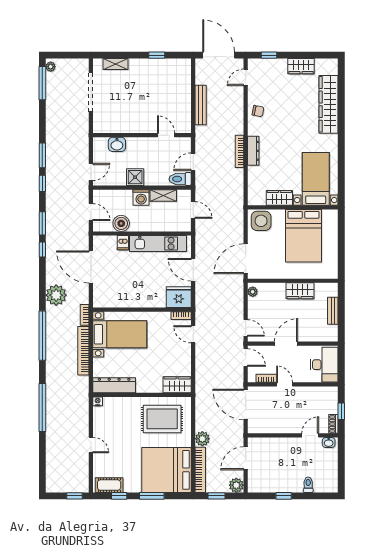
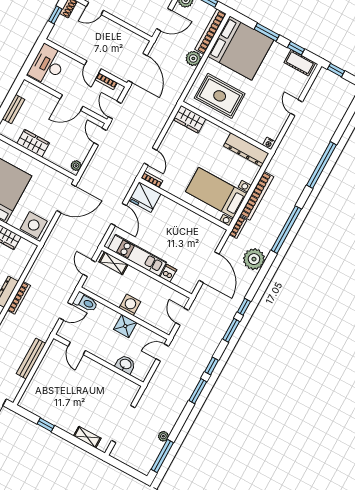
plant: (51, 67) -> (163, 436), moved
shelving: (163, 196) -> (114, 263), moved
boiler: (121, 223) -> (160, 291), removed

